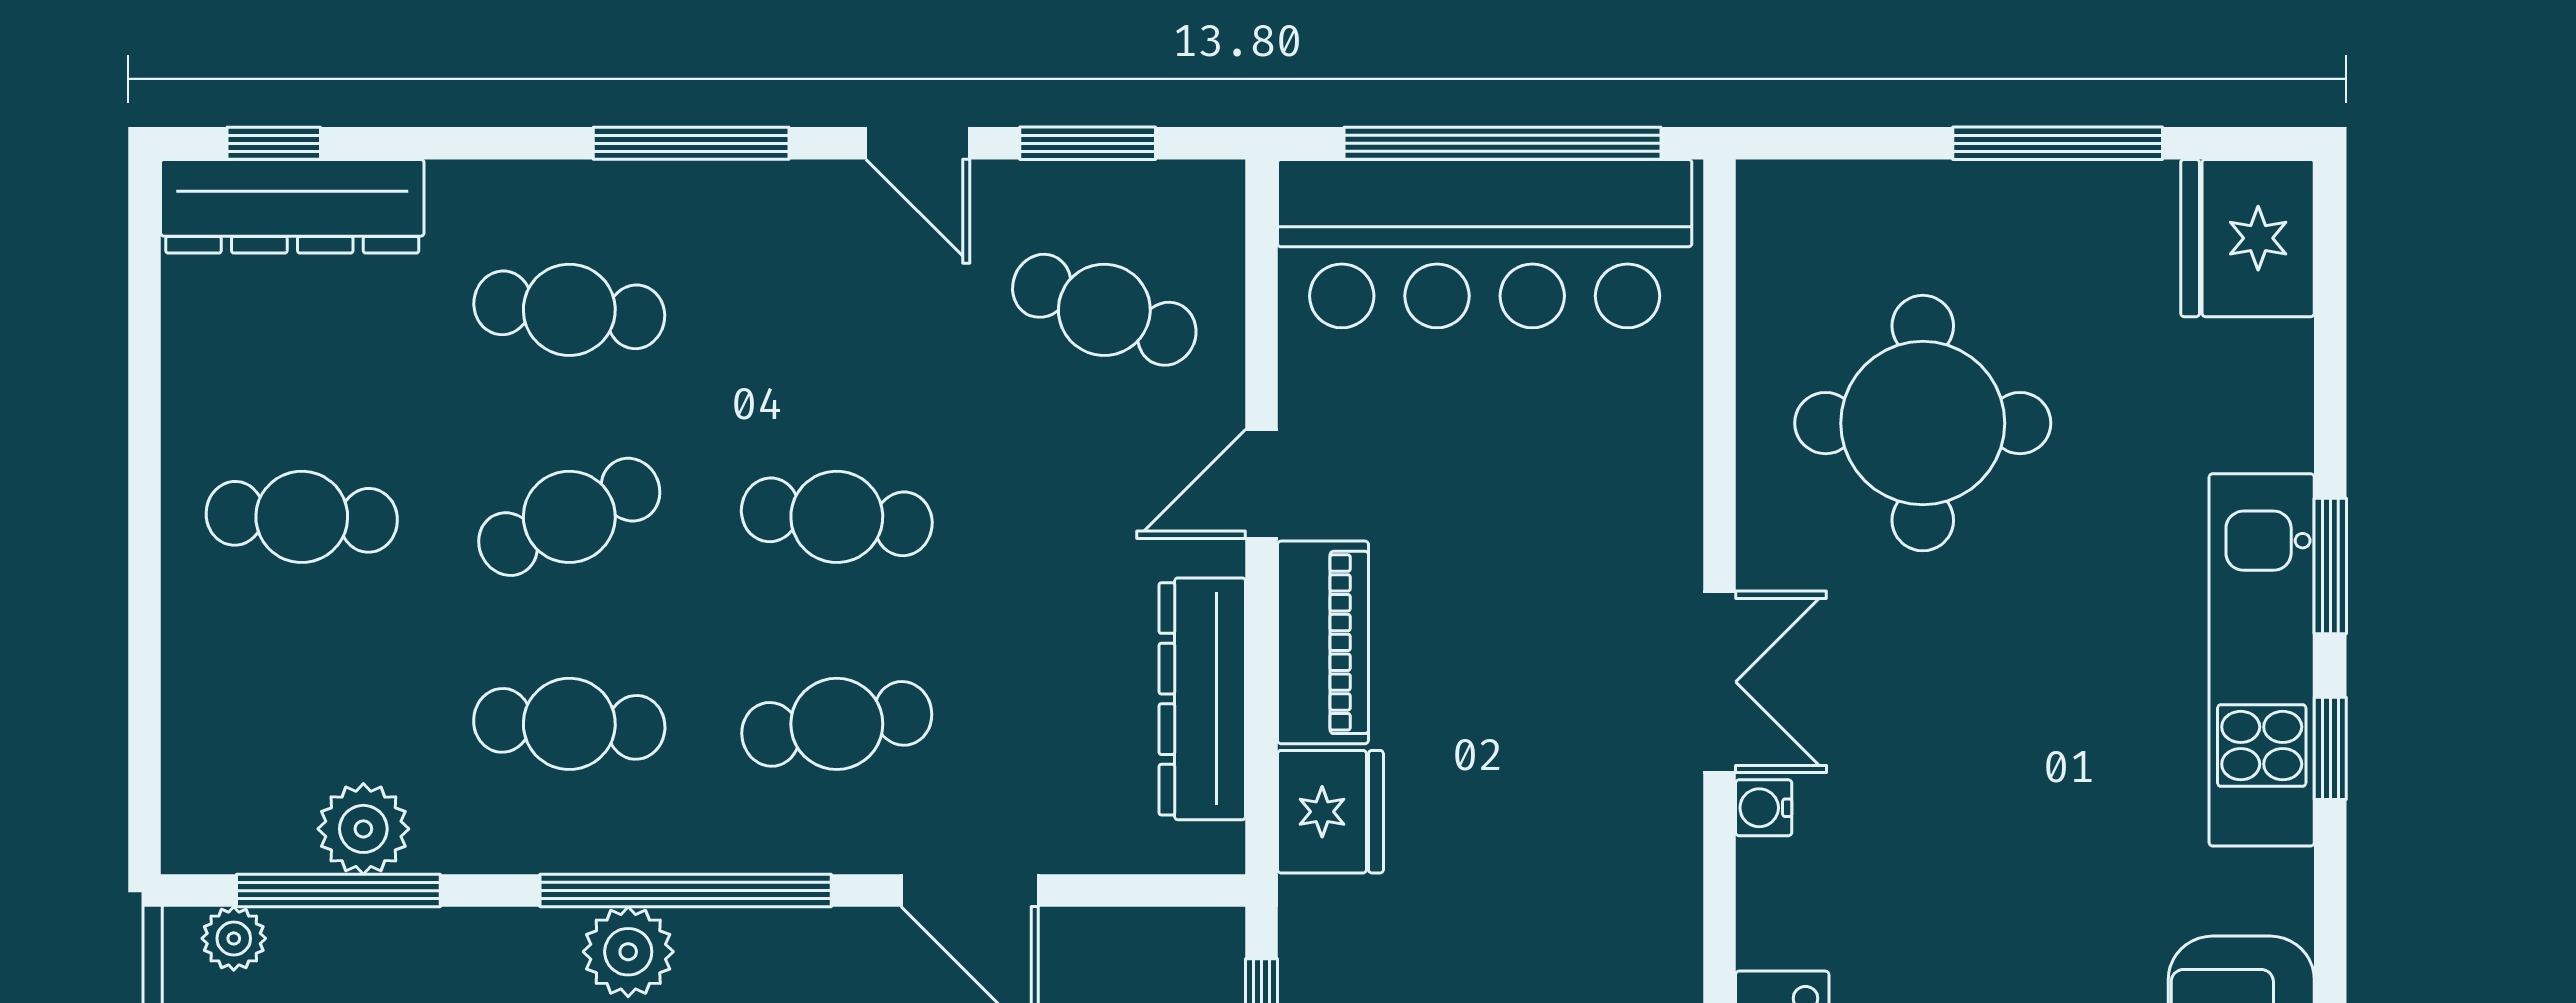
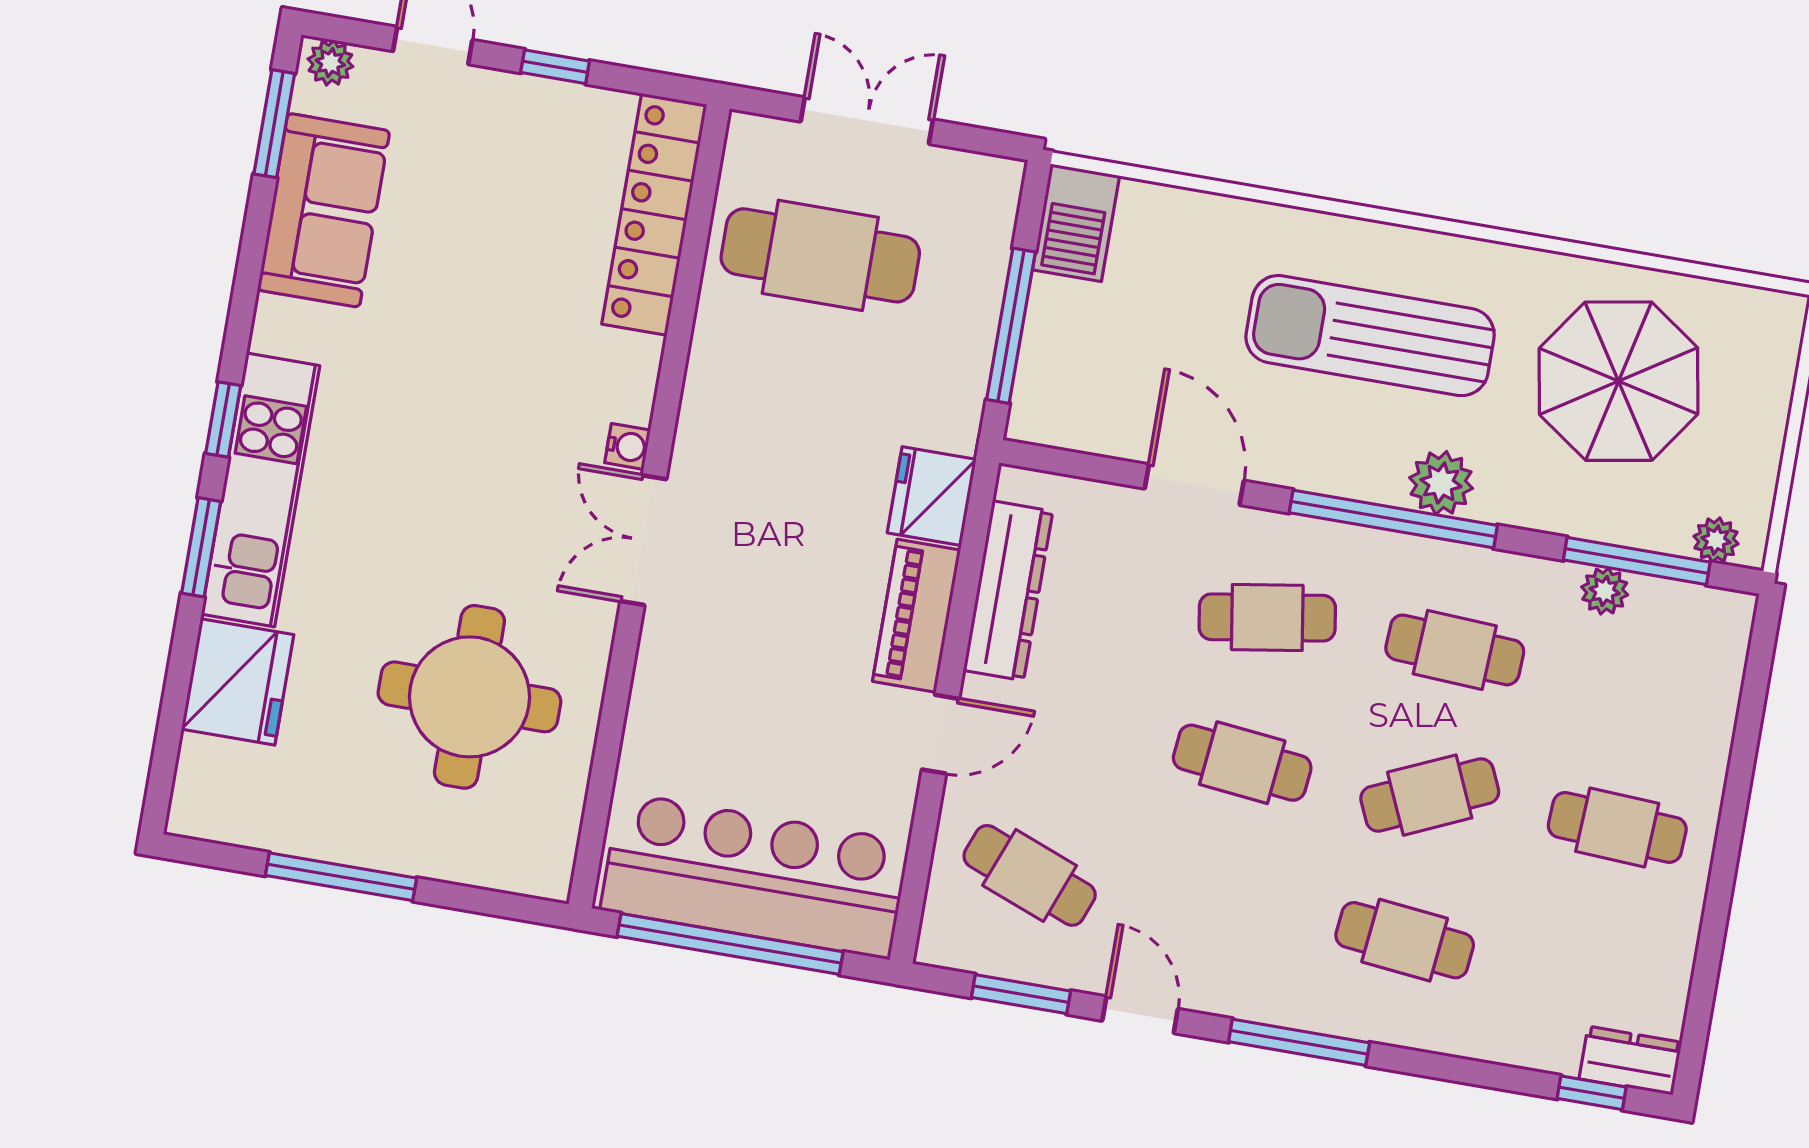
dresser: (292, 206) -> (1630, 1061), width x0.51, depth x0.80
fridge: (2247, 238) -> (238, 682), moved
plant: (363, 829) -> (1605, 591), width x0.73, depth x0.73

